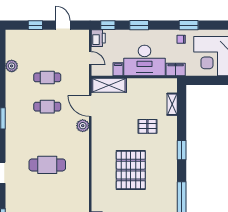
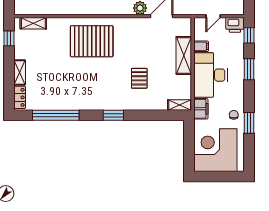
shelving: (109, 85) -> (184, 55), moved
shelving: (172, 104) -> (180, 105), moved
pallet: (131, 170) -> (92, 41), moved

